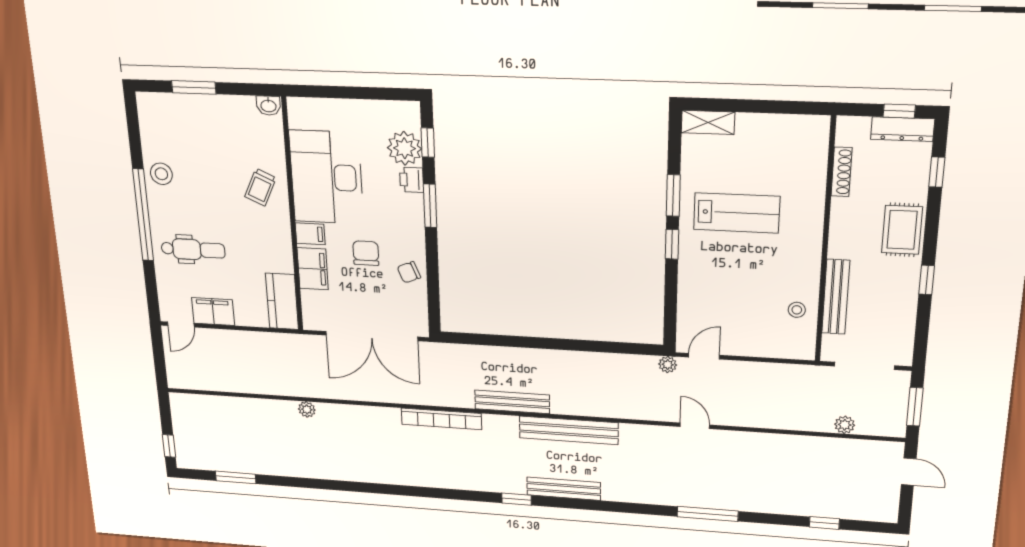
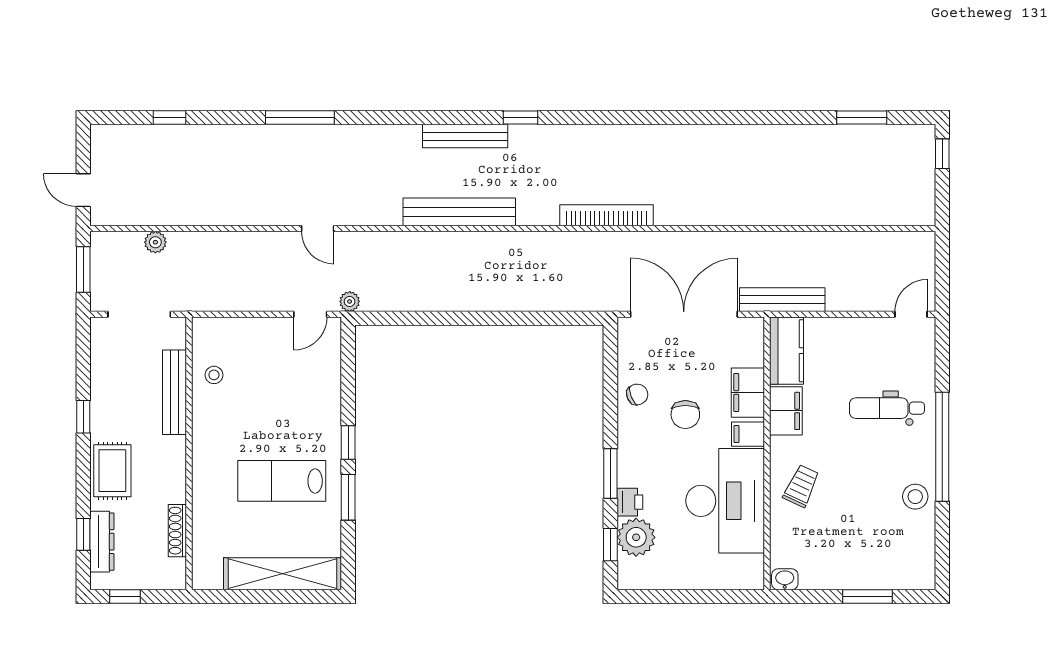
shelving: (708, 122) -> (282, 574), width x2.20, depth x1.33
dresser: (903, 129) -> (102, 542), moved, turned 90
filing cabinet: (213, 312) -> (786, 411), moved, turned -90
bench: (512, 402) -> (782, 300), moved
plant: (307, 409) -> (767, 215), removed

